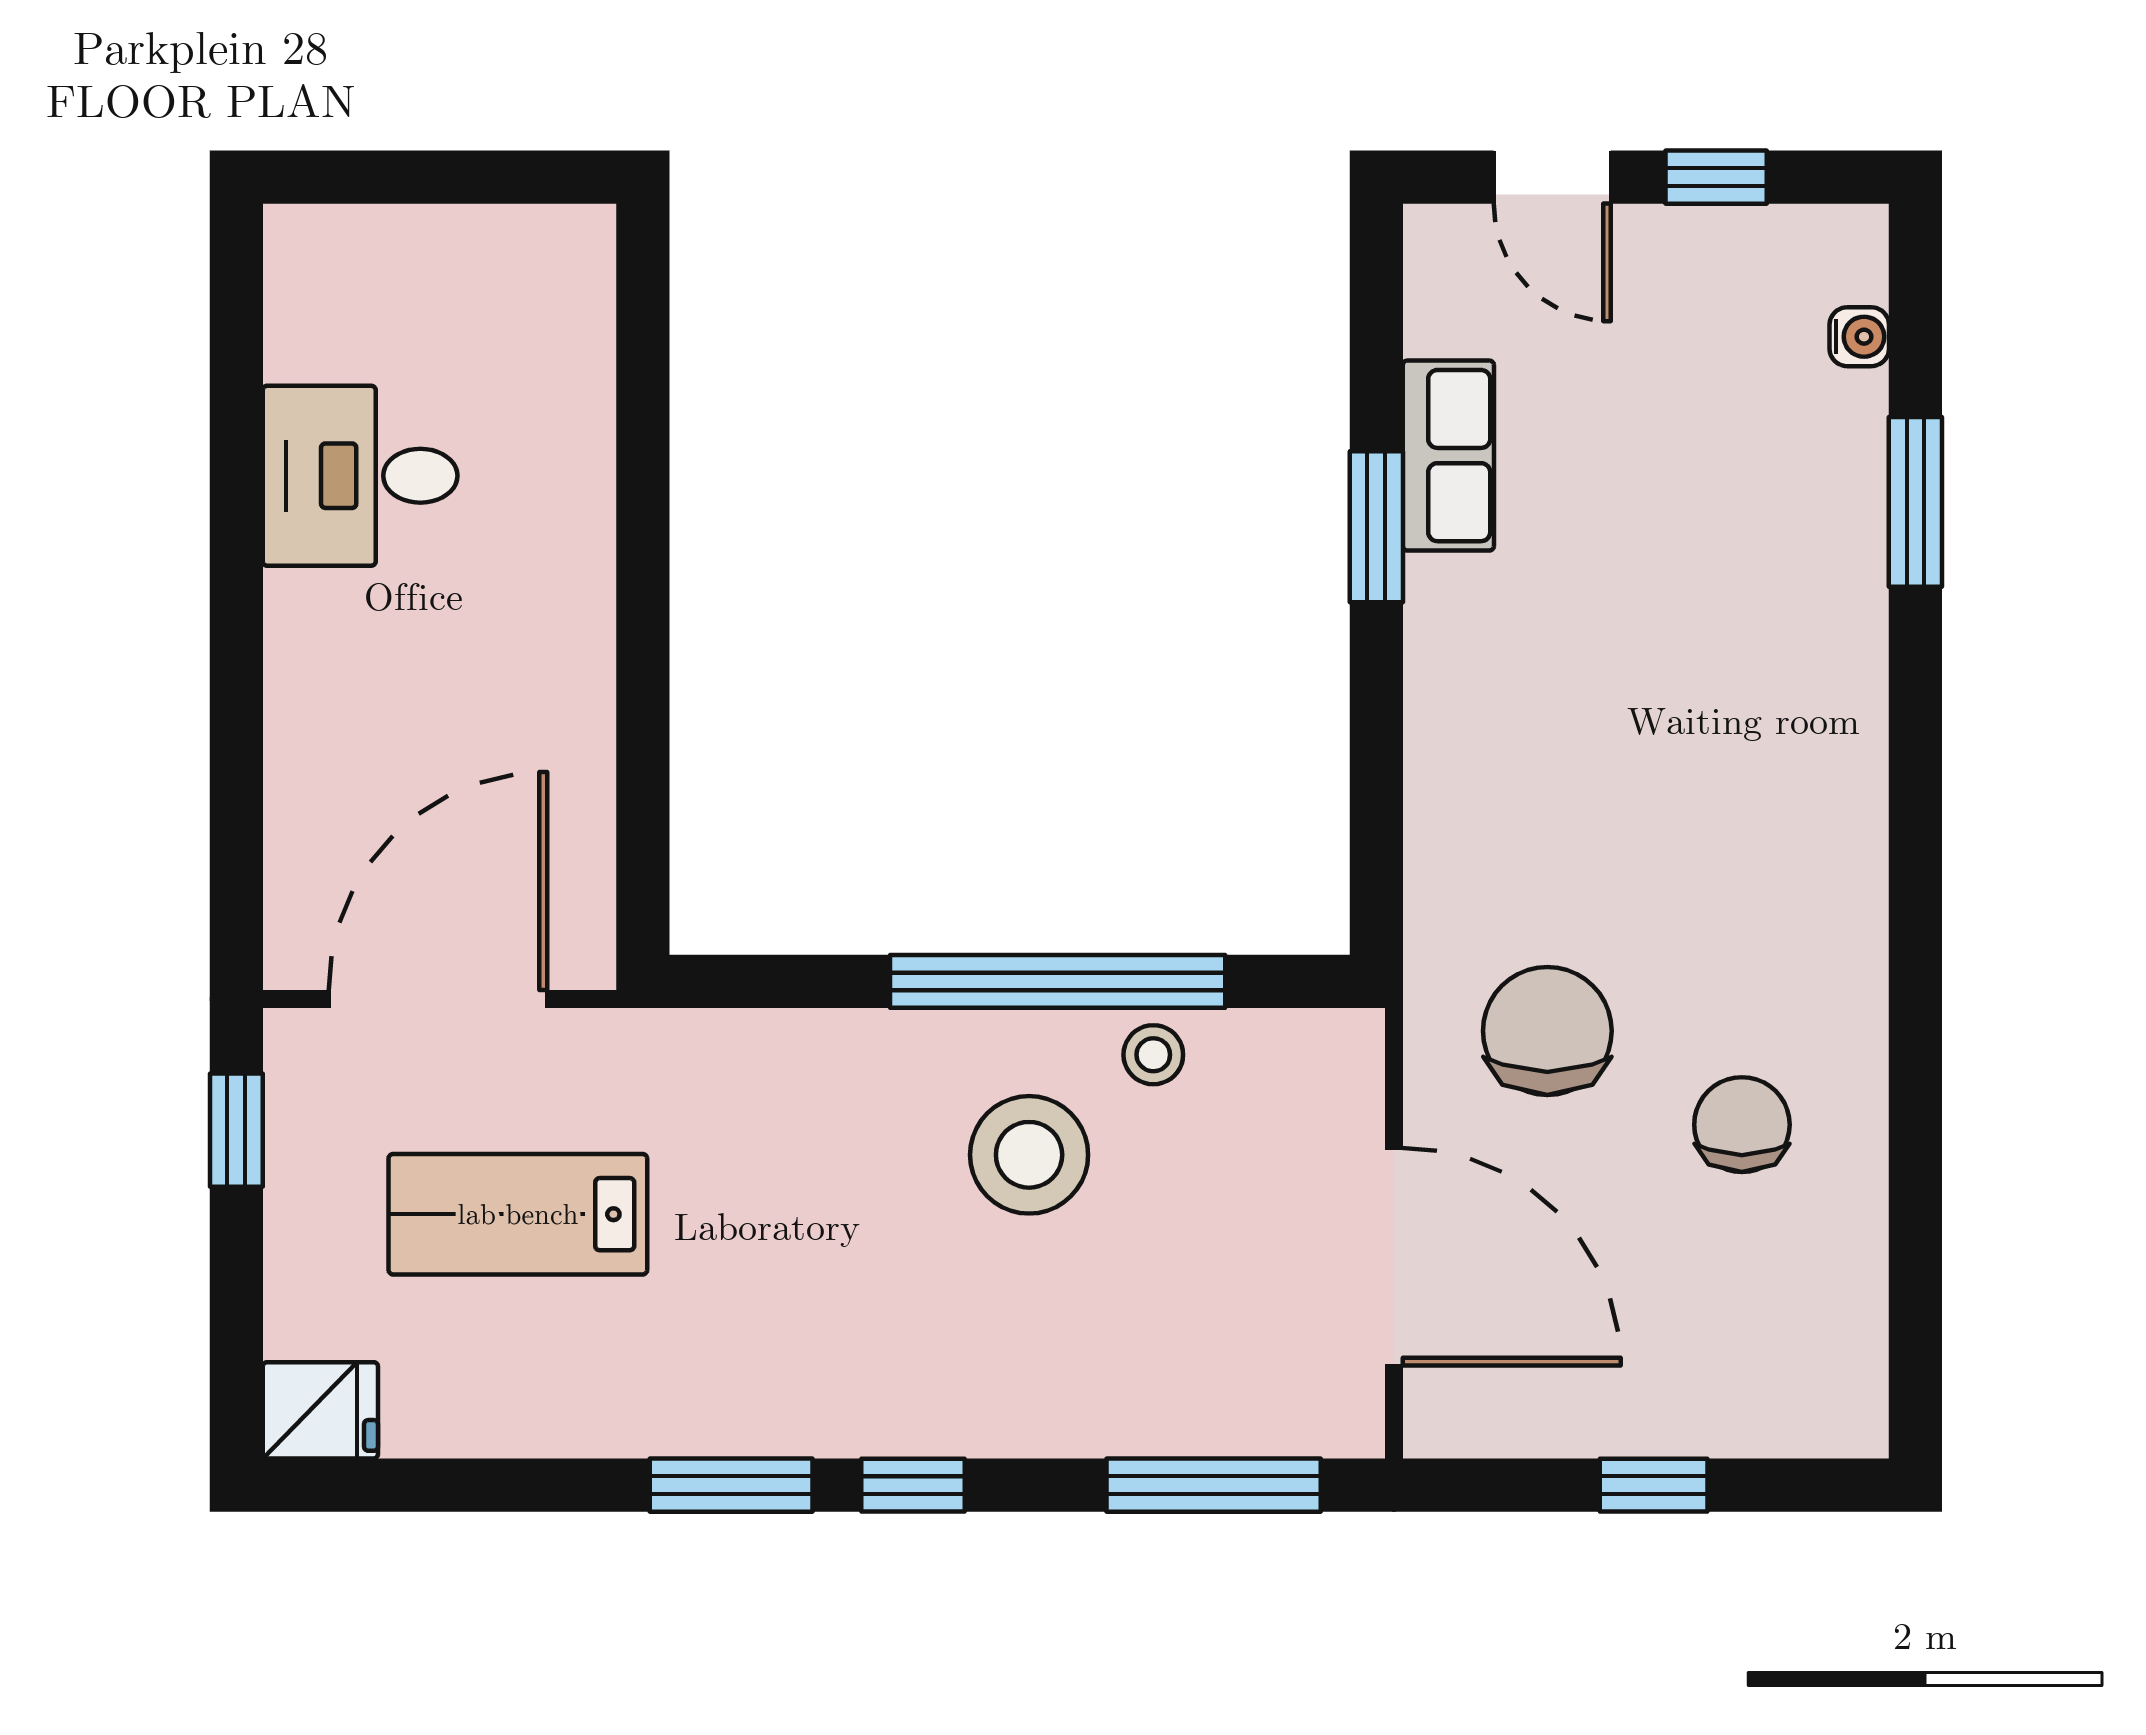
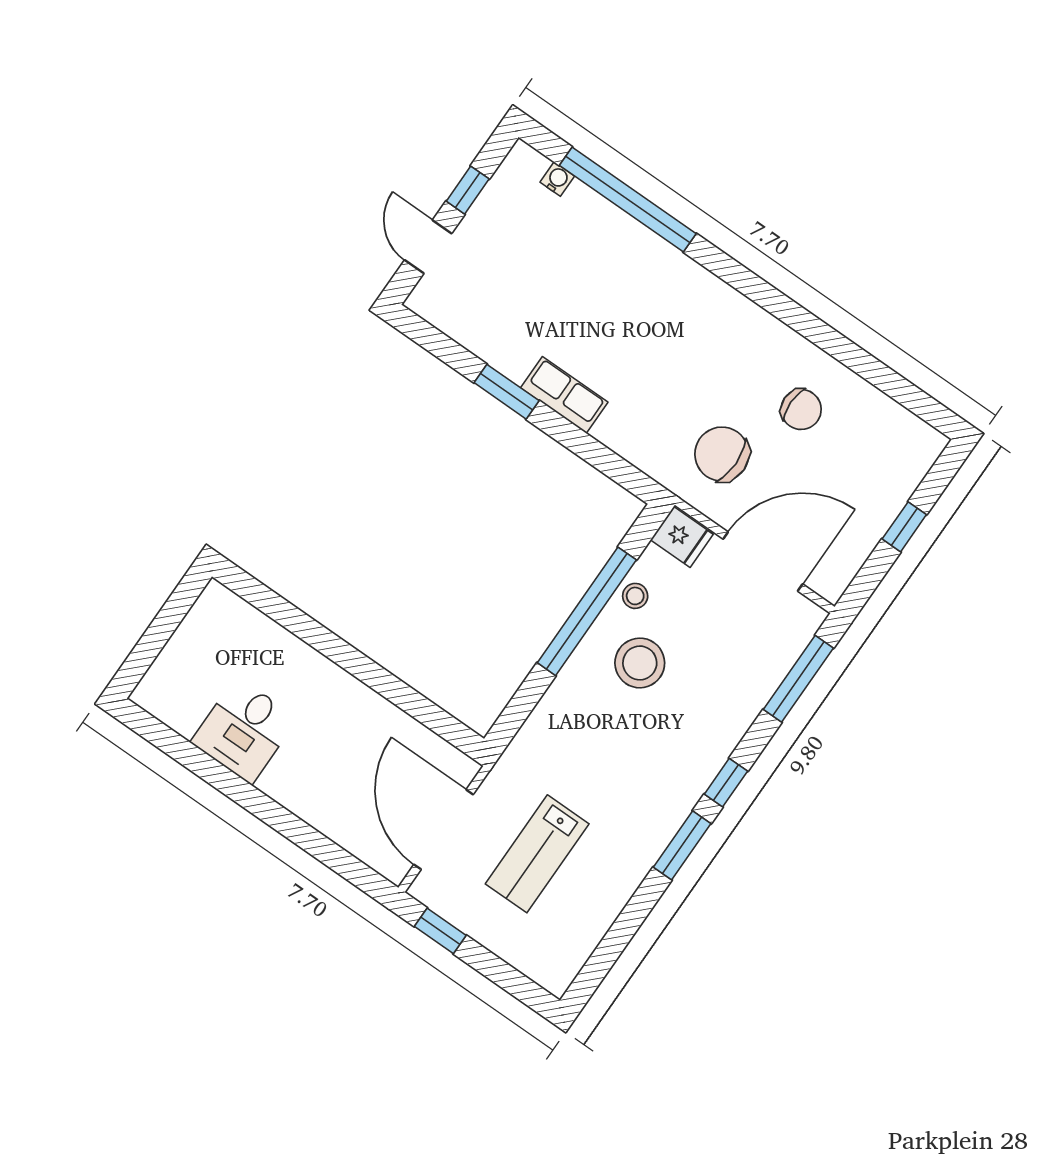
door: (1552, 177) -> (428, 247), swing flipped
row of seats: (1448, 456) -> (564, 395), moved
window: (1915, 502) -> (628, 199), width x2.11
chair: (1742, 1125) -> (801, 409), turned 180
fridge: (320, 1410) -> (682, 537), moved, turned 90

